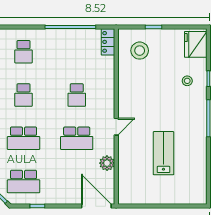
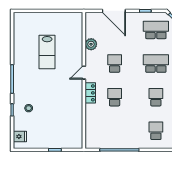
locker: (108, 42) -> (90, 93), moved
fridge: (196, 44) -> (20, 136), width x0.53, depth x0.75
stool: (140, 51) -> (66, 132), removed
school desk: (77, 138) -> (115, 64), width x0.54
door: (96, 206) -> (114, 11), moved

